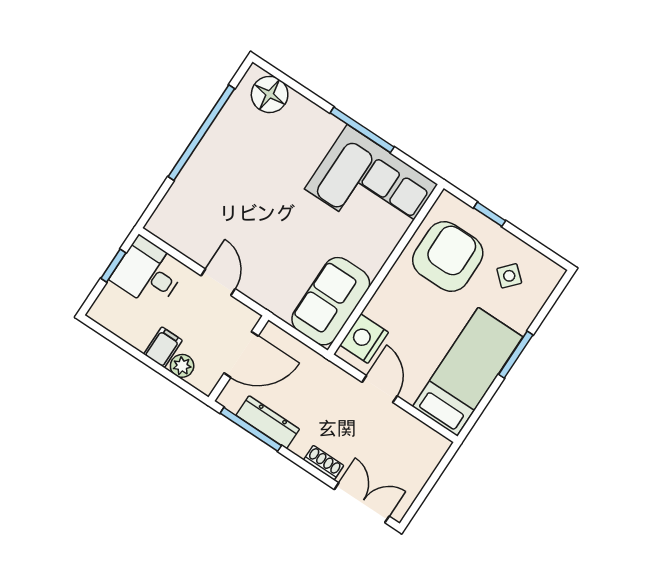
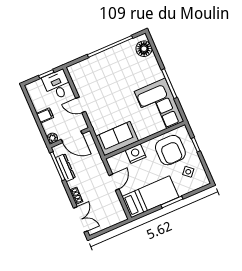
armchair: (448, 257) -> (170, 150), turned 90
door: (218, 282) -> (81, 105), swing flipped
nightstand: (364, 339) -> (136, 154), moved
plant: (182, 366) -> (52, 138), moved

